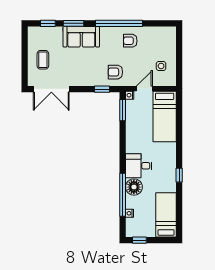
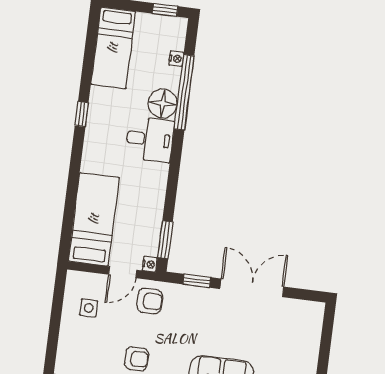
coffee table: (43, 60) -> (293, 345), removed
armchair: (115, 72) -> (150, 301), moved
double door: (51, 89) -> (252, 288), moved

